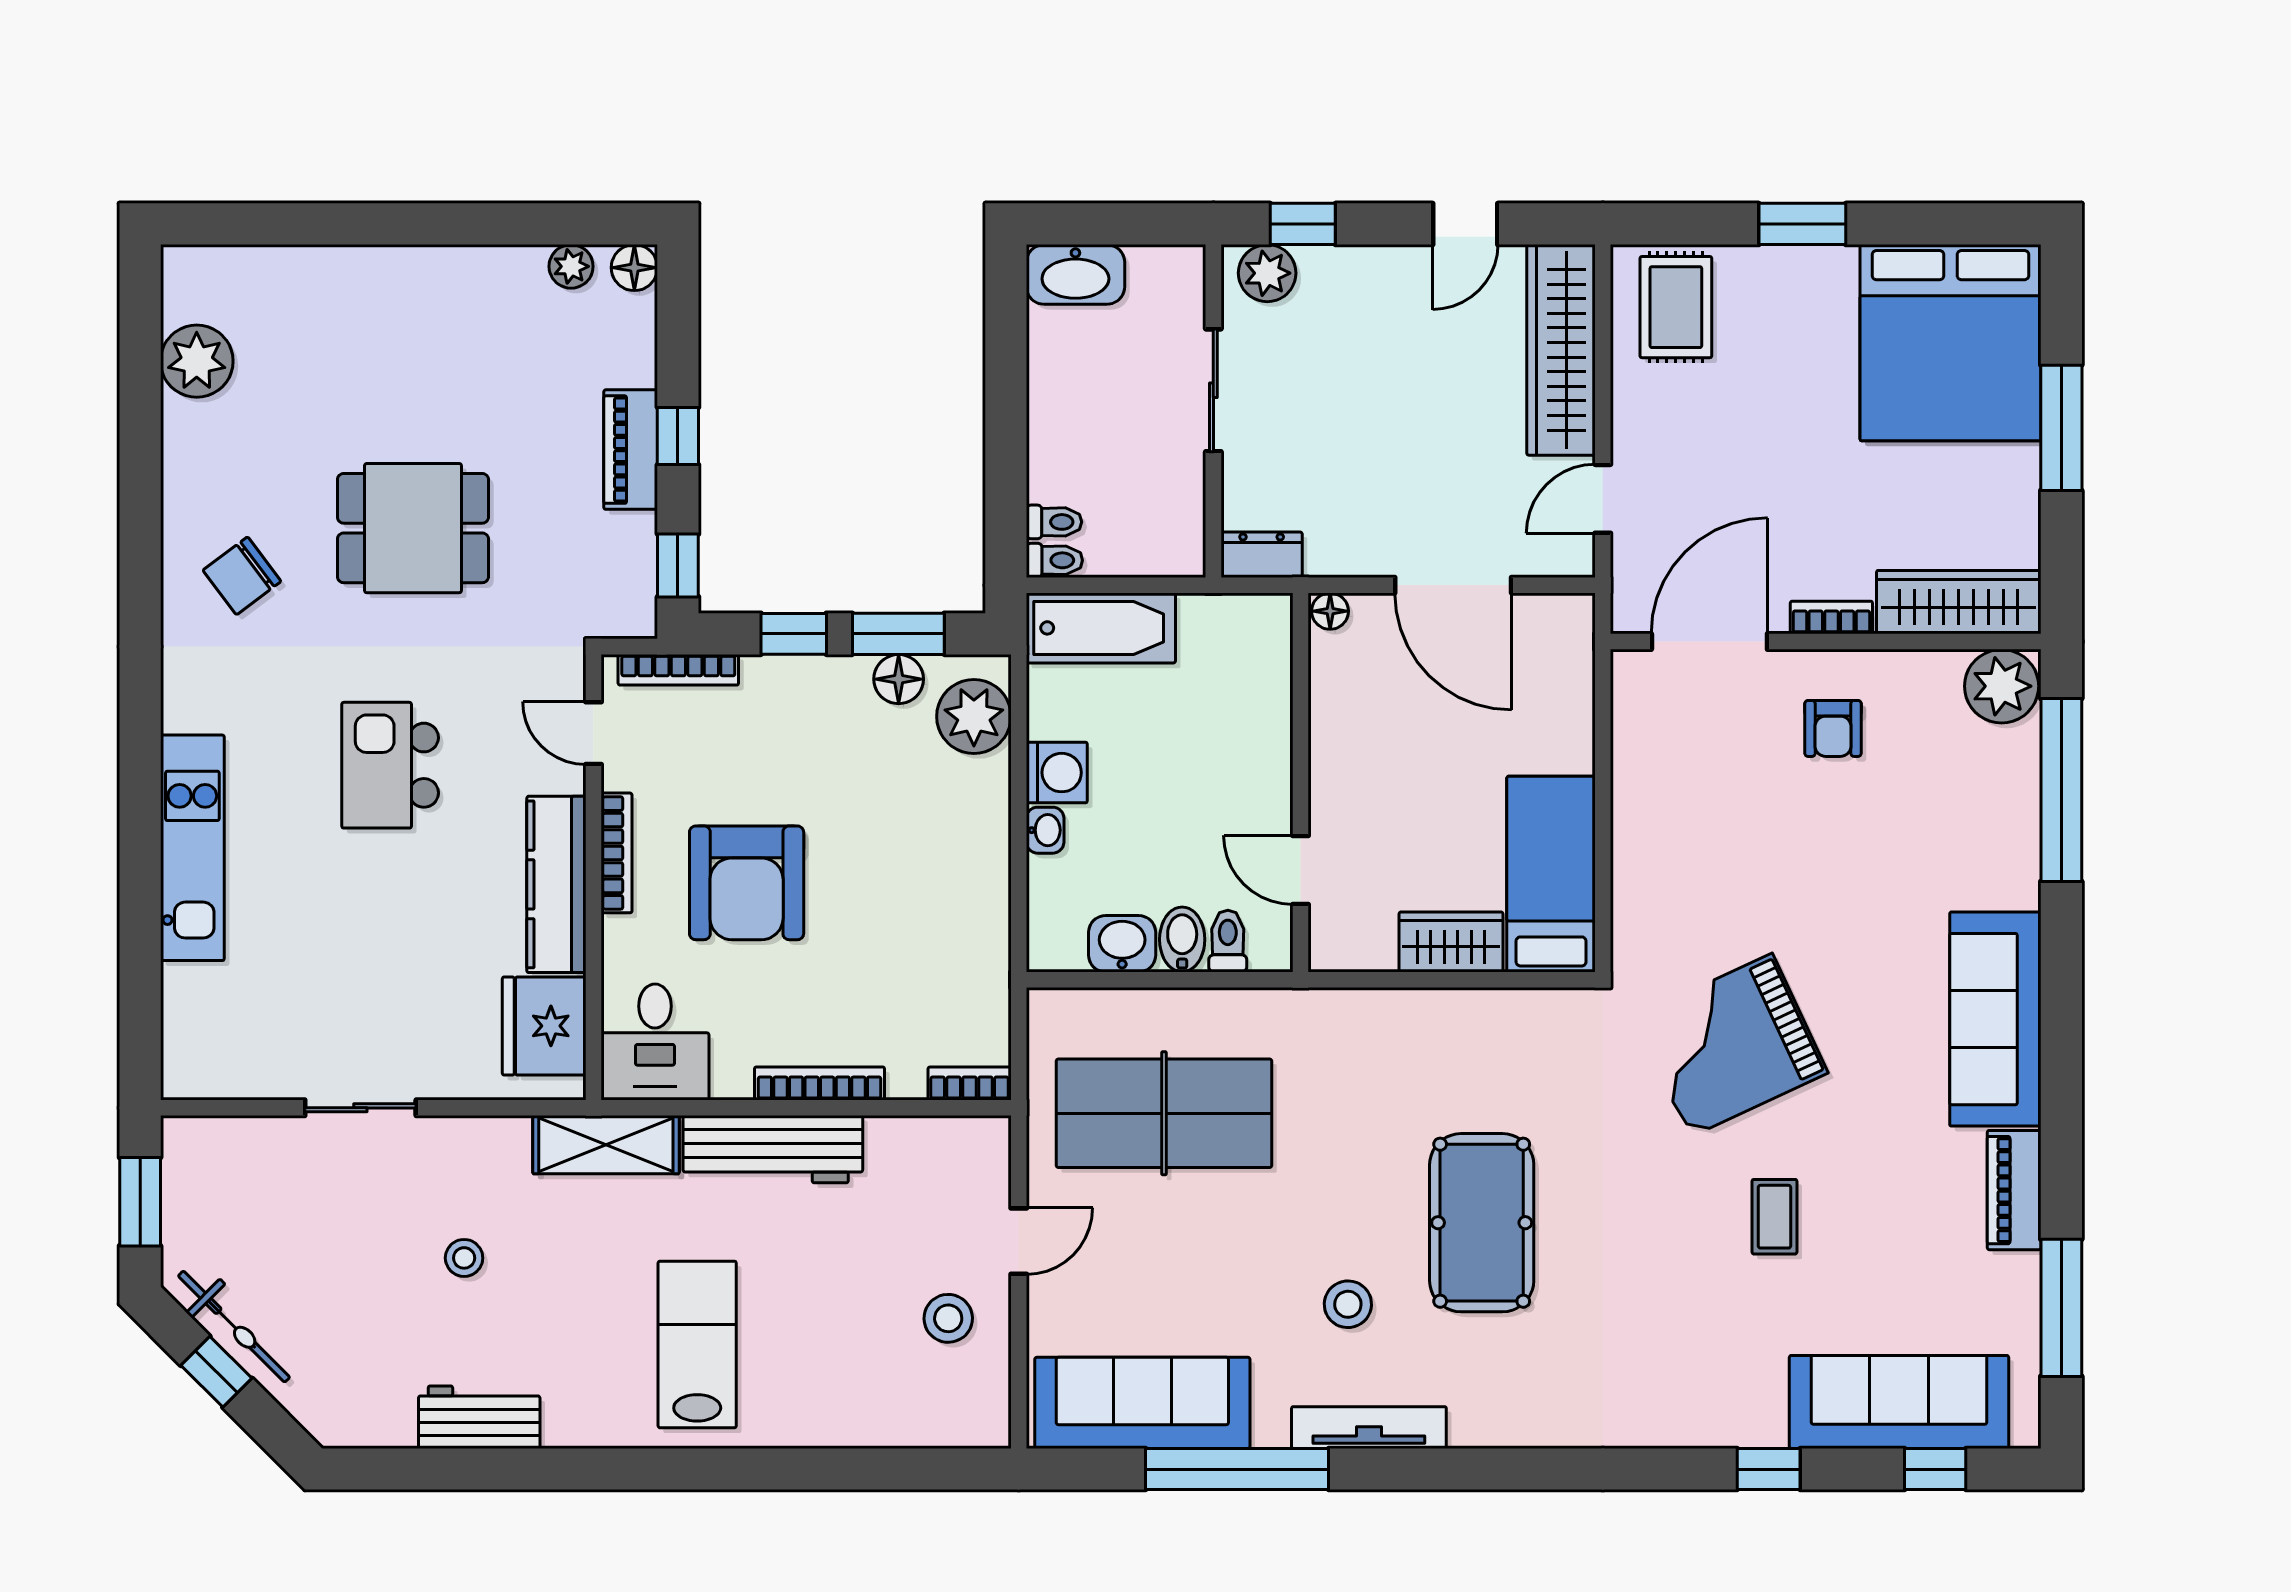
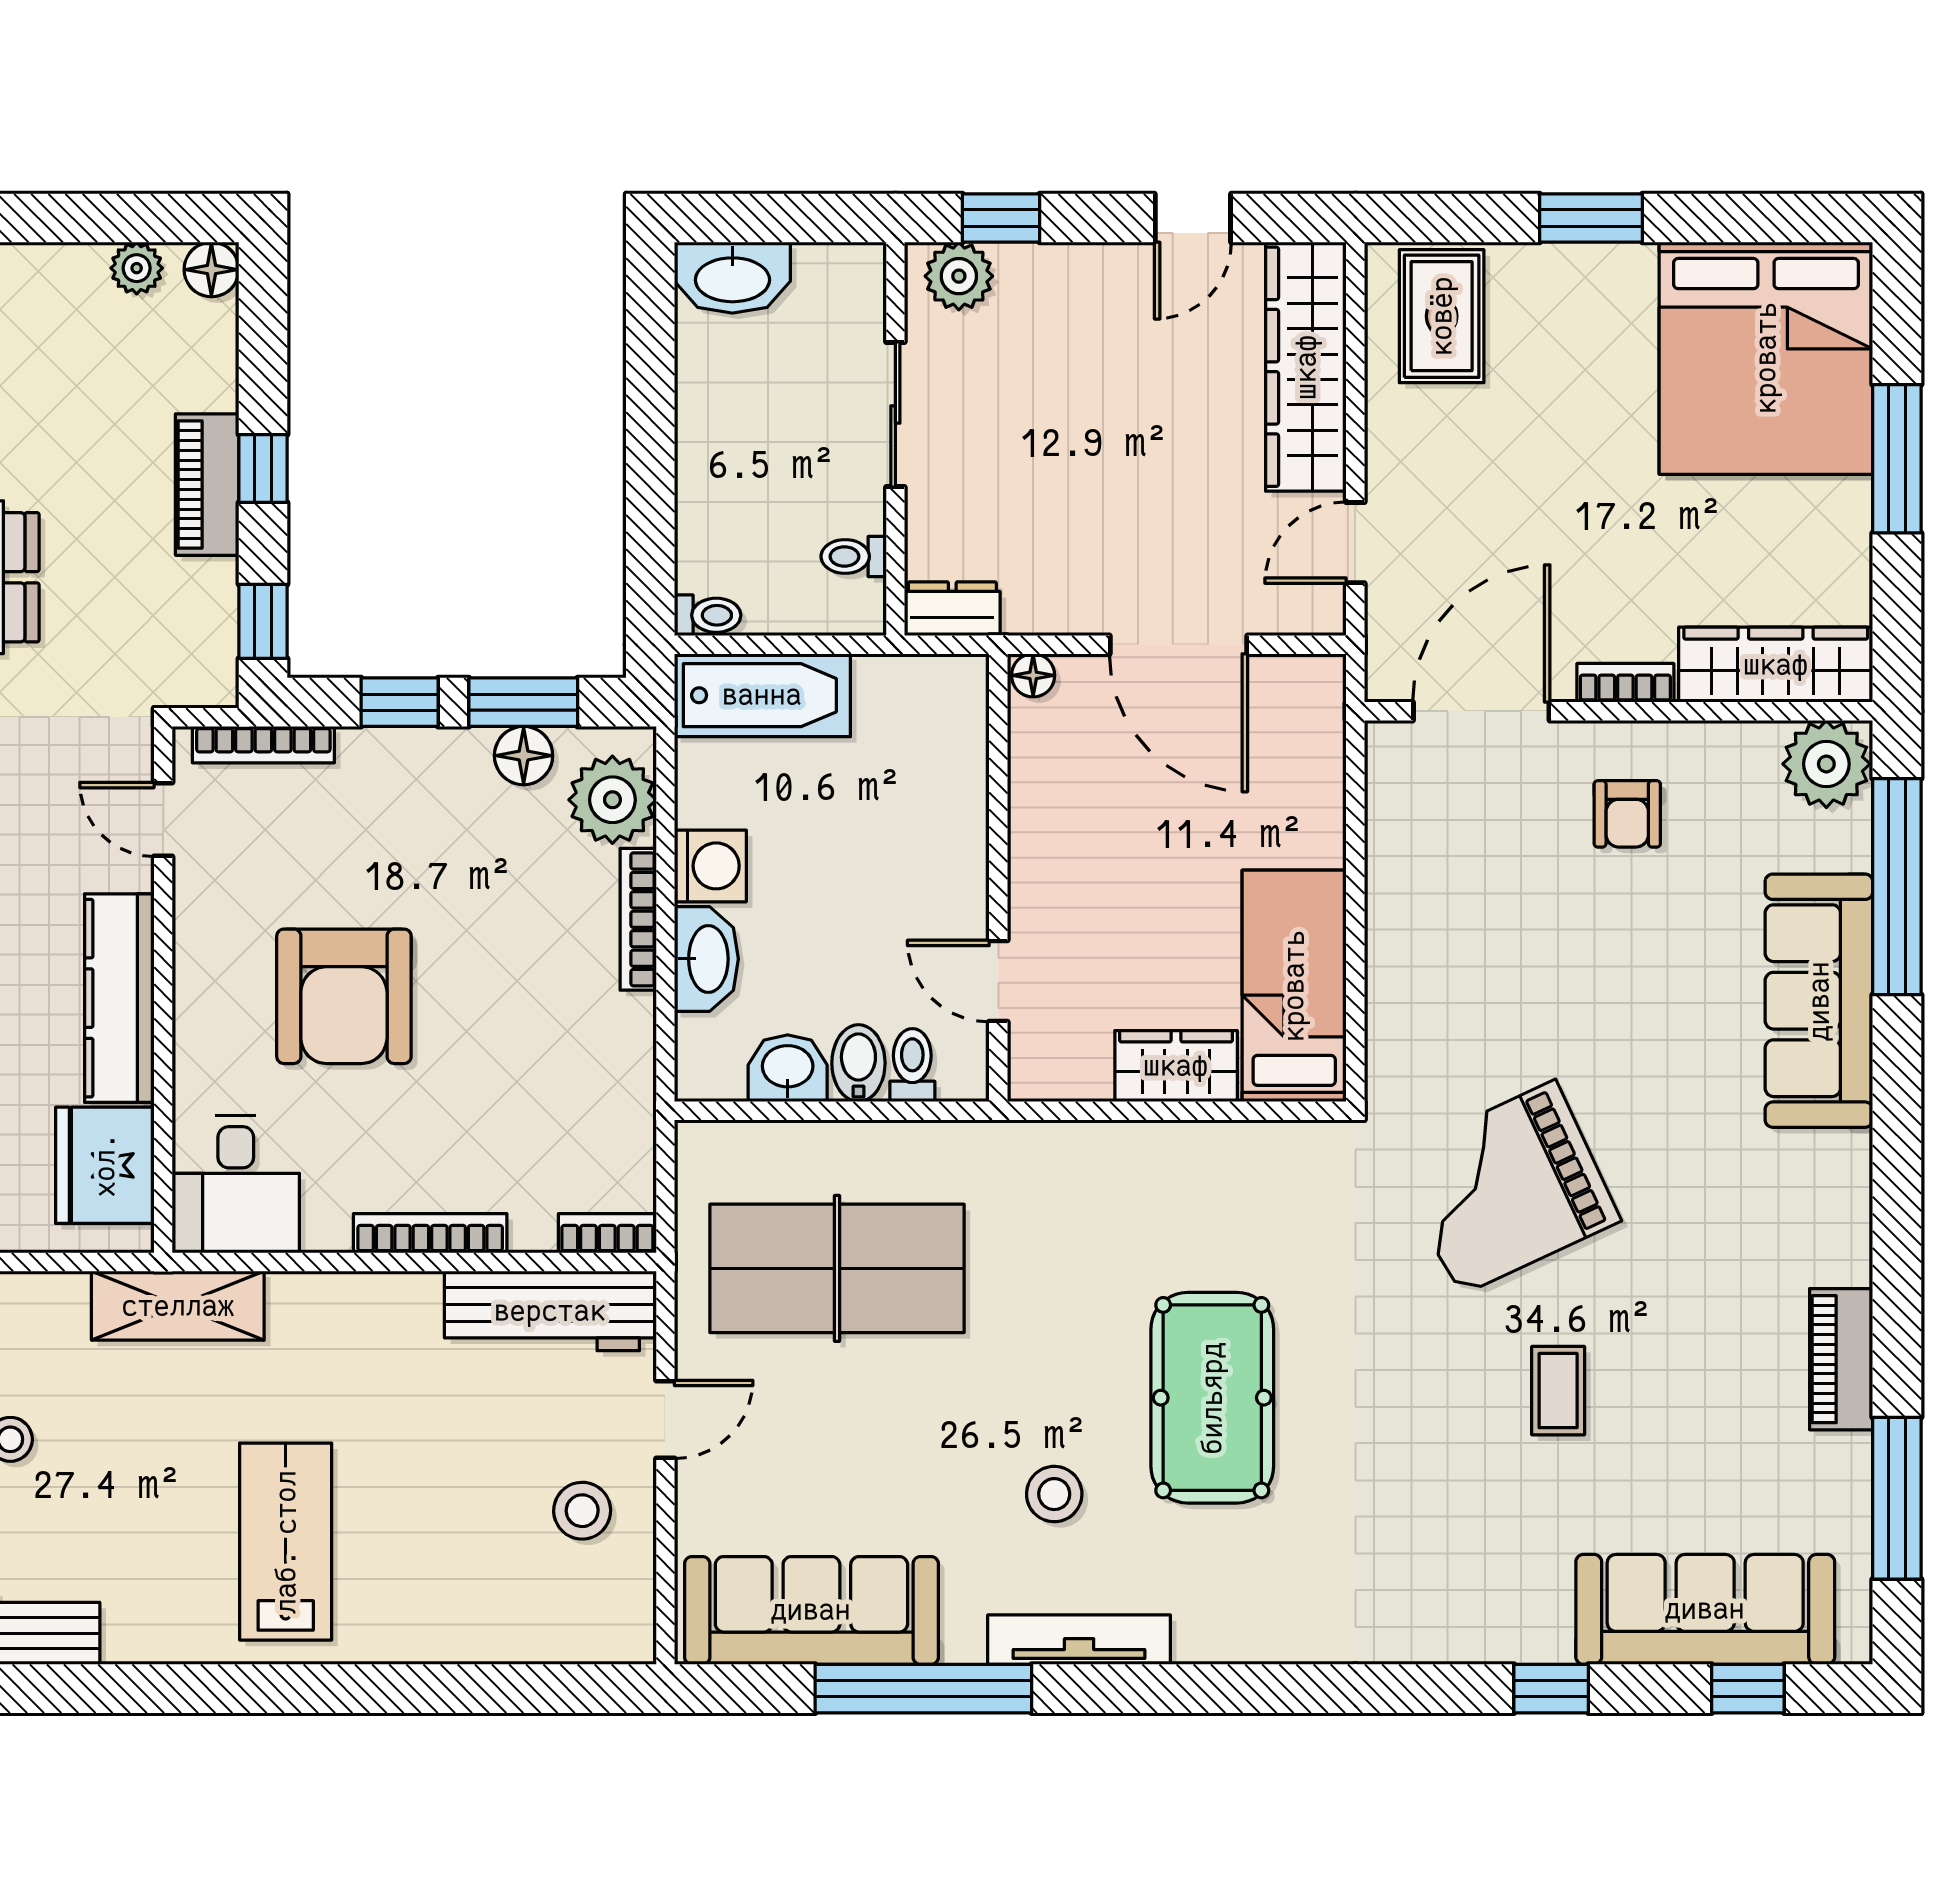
toilet: (1054, 522) -> (854, 556), moved, turned 180
washbasin: (1045, 830) -> (706, 959), width x1.91, depth x1.45
bookcase: (616, 853) -> (638, 919), moved, turned 180
sofa: (1995, 1019) -> (1819, 1001), moved
workbench: (773, 1149) -> (550, 1311), moved

